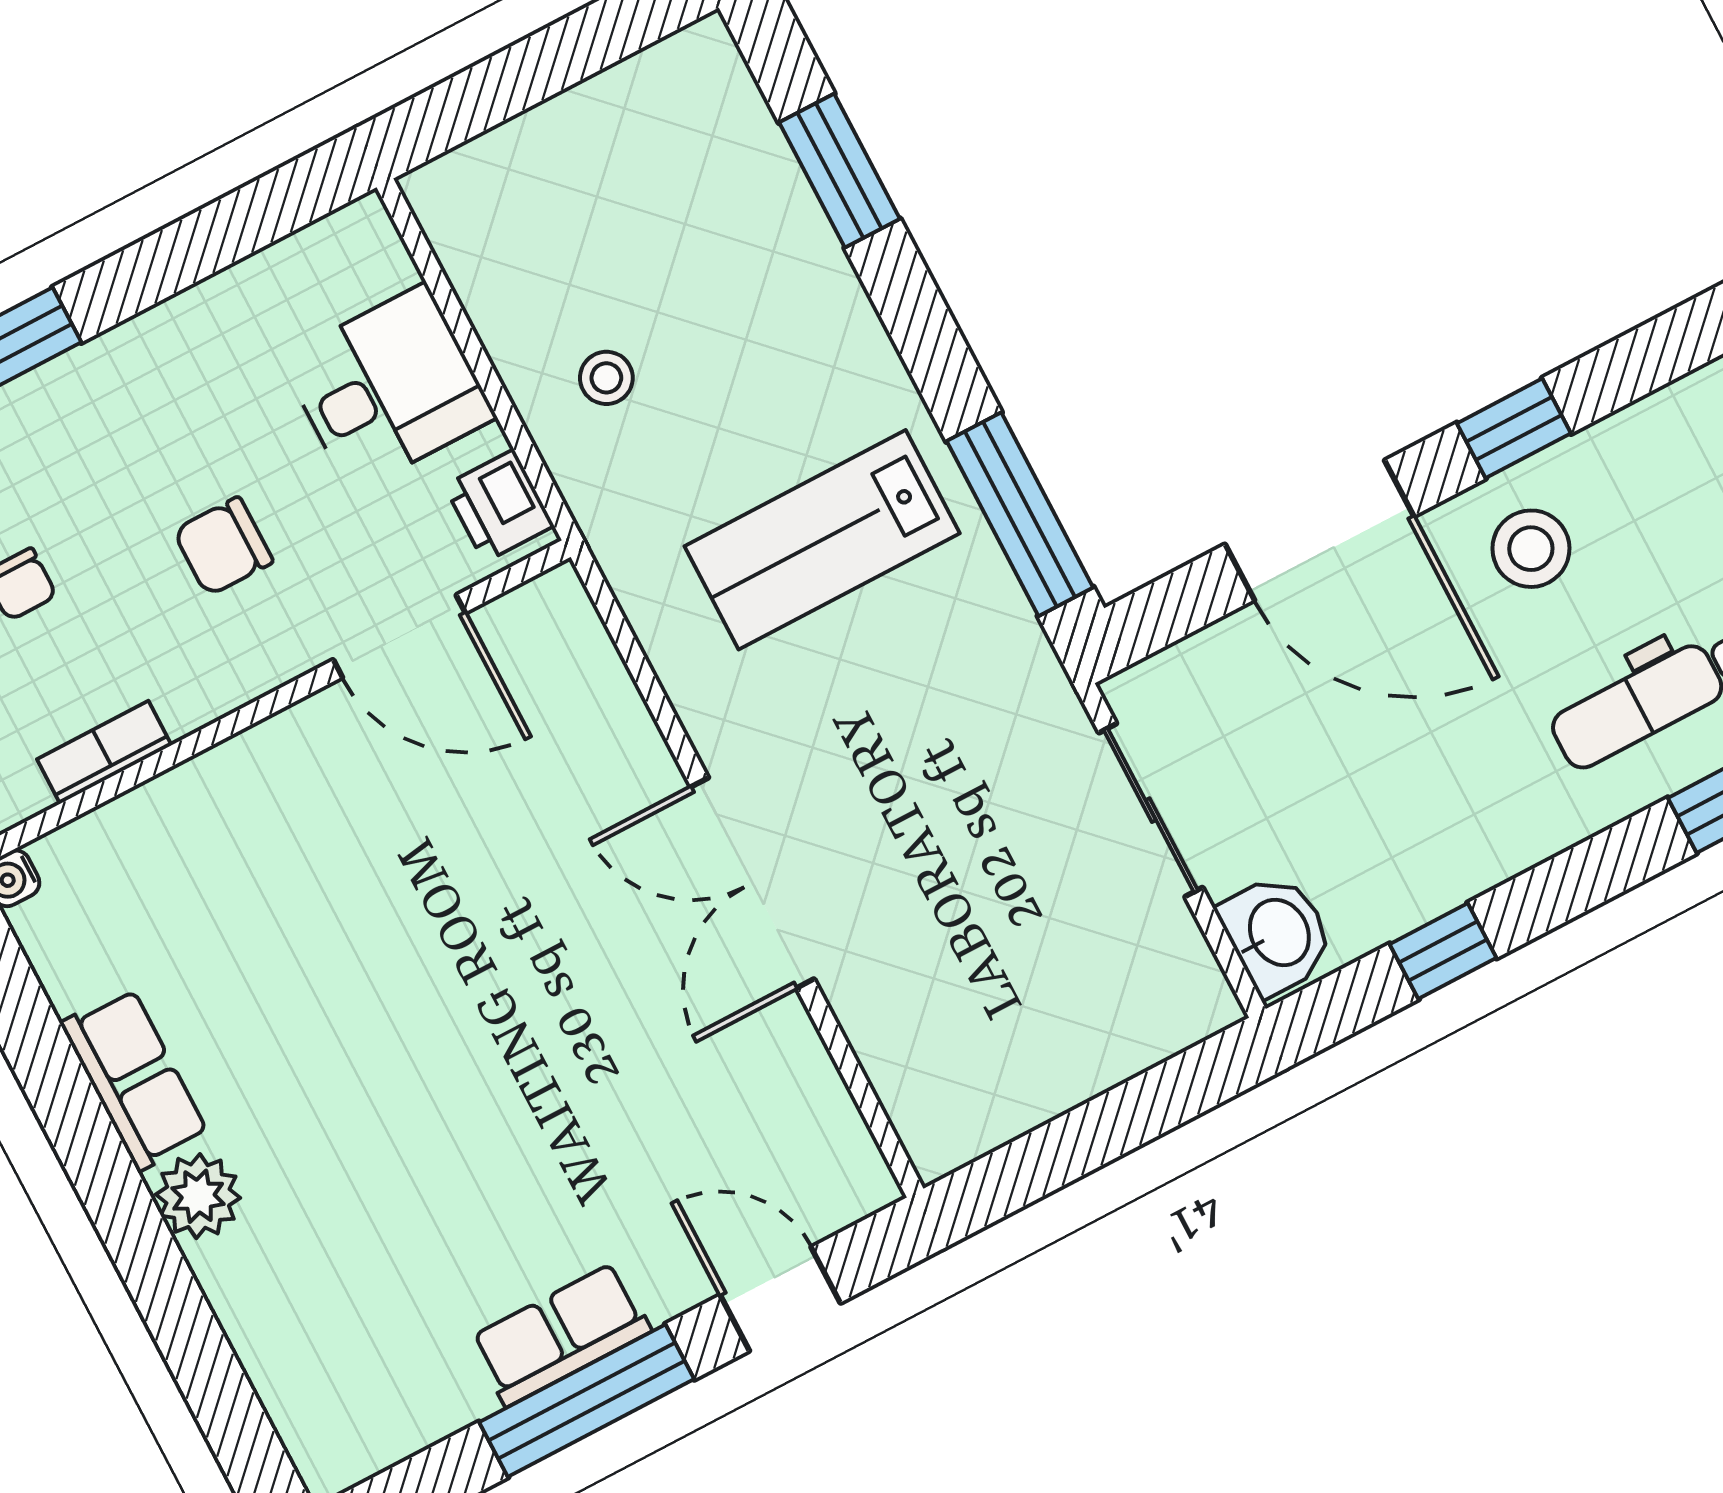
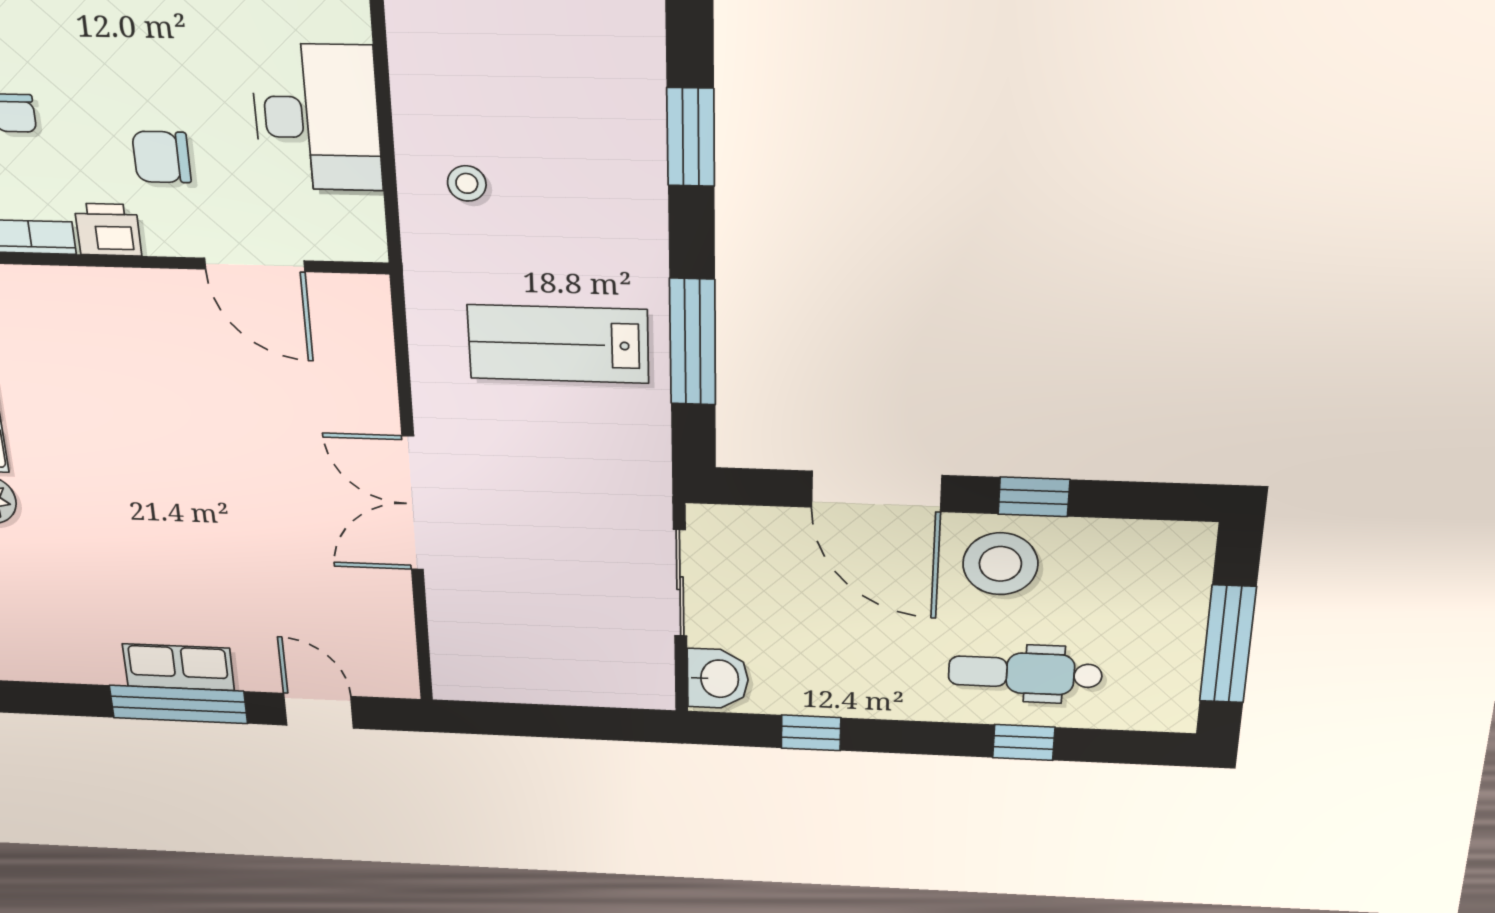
desk: (388, 388) -> (317, 117), width x1.37
printer: (499, 506) -> (108, 230), moved, turned 90
window: (1020, 514) -> (693, 342), moved
stool: (1531, 549) -> (1000, 564), width x1.38, depth x1.38

